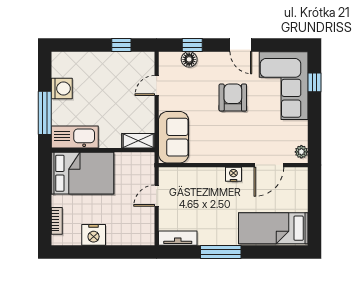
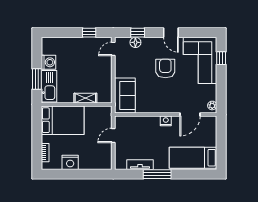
door: (157, 85) -> (113, 49), moved
window: (45, 113) -> (37, 79), width x0.69
kitchen sink: (75, 137) -> (49, 86), moved, turned 90
shelving: (138, 141) -> (85, 98), moved
tv unit: (178, 238) -> (140, 165), moved

